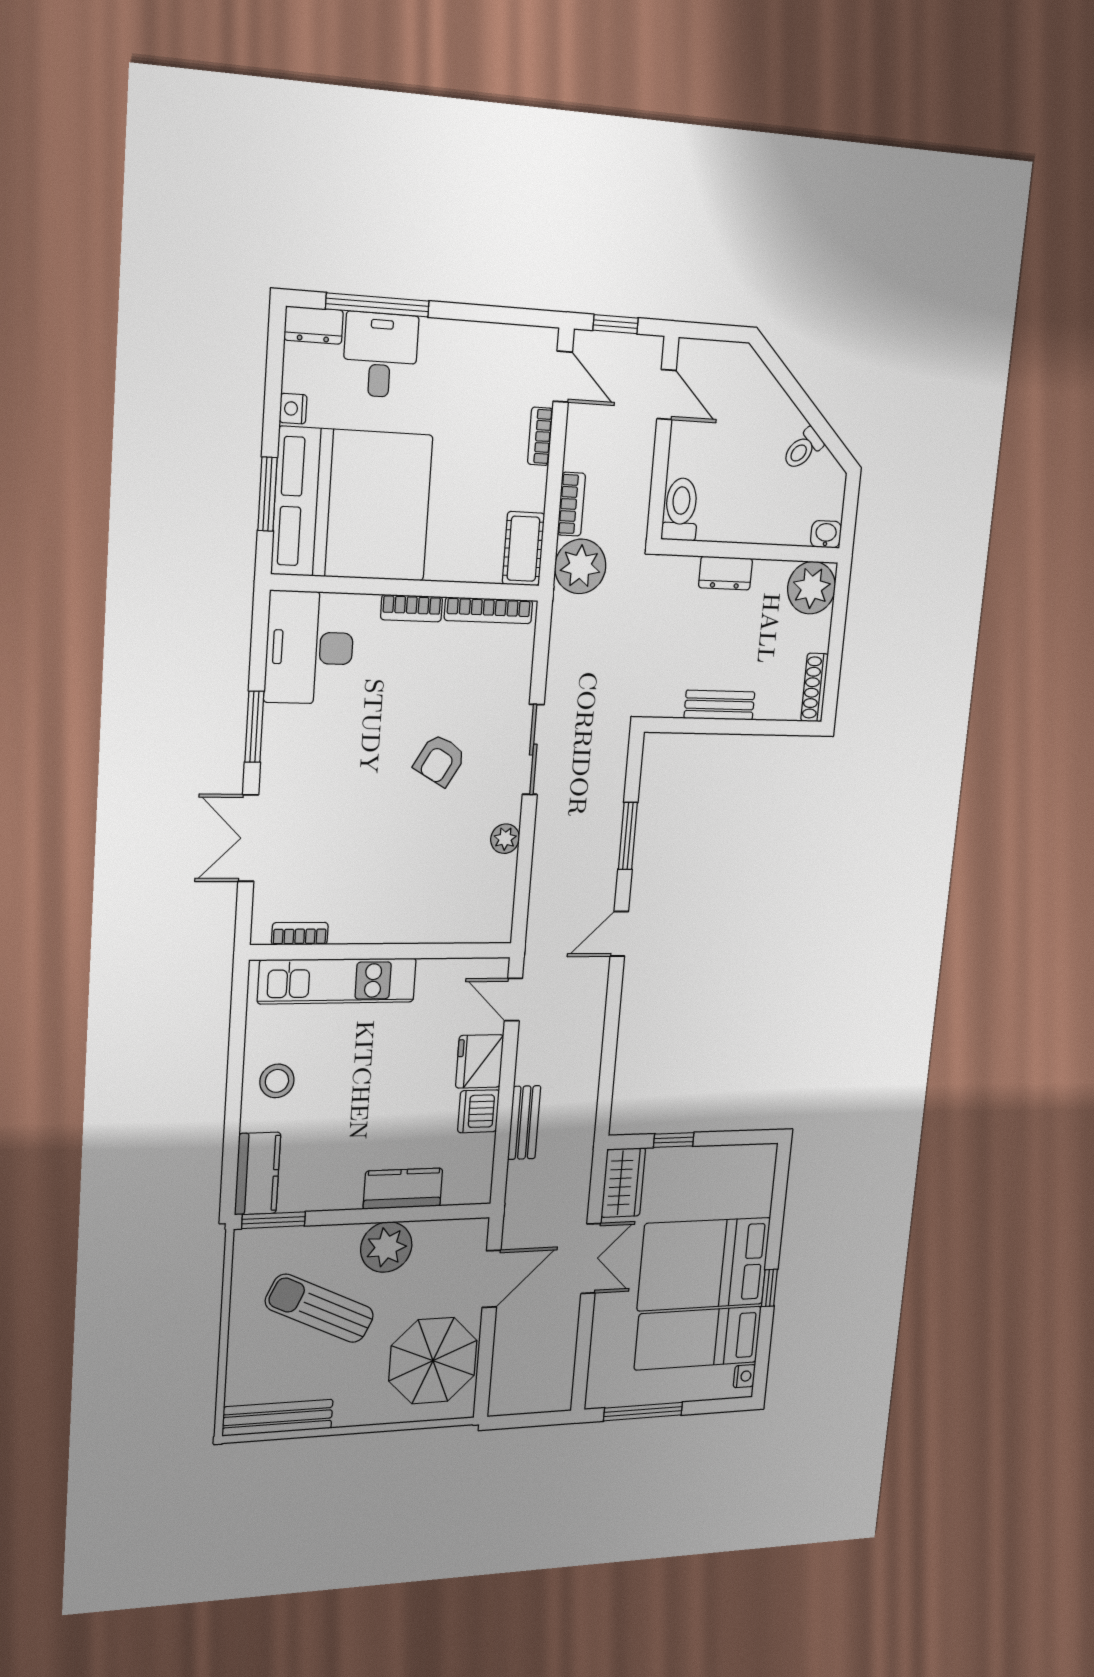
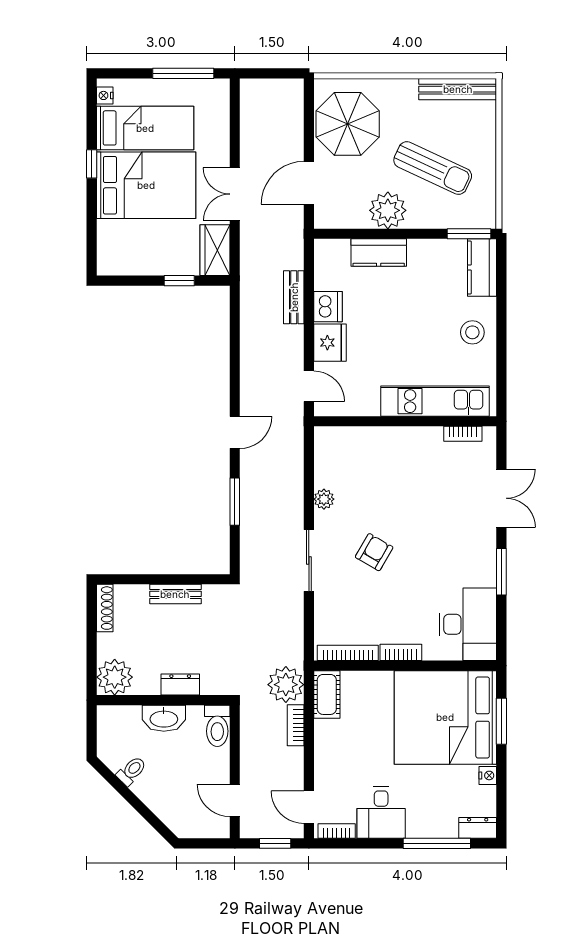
desk: (380, 355) -> (381, 813), moved
bookcase: (540, 436) -> (337, 831), moved, turned -90
washbasin: (826, 534) -> (164, 718), moved, width x1.91, depth x1.45

